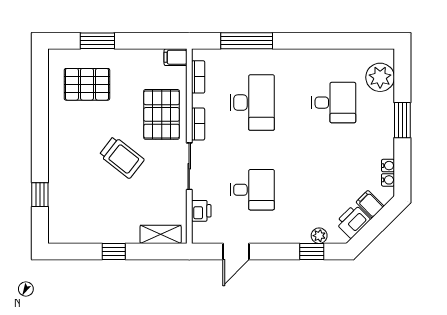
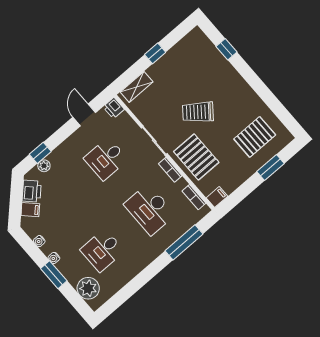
water cooler: (388, 180) -> (54, 258), moved
printer: (201, 211) -> (114, 108), moved

